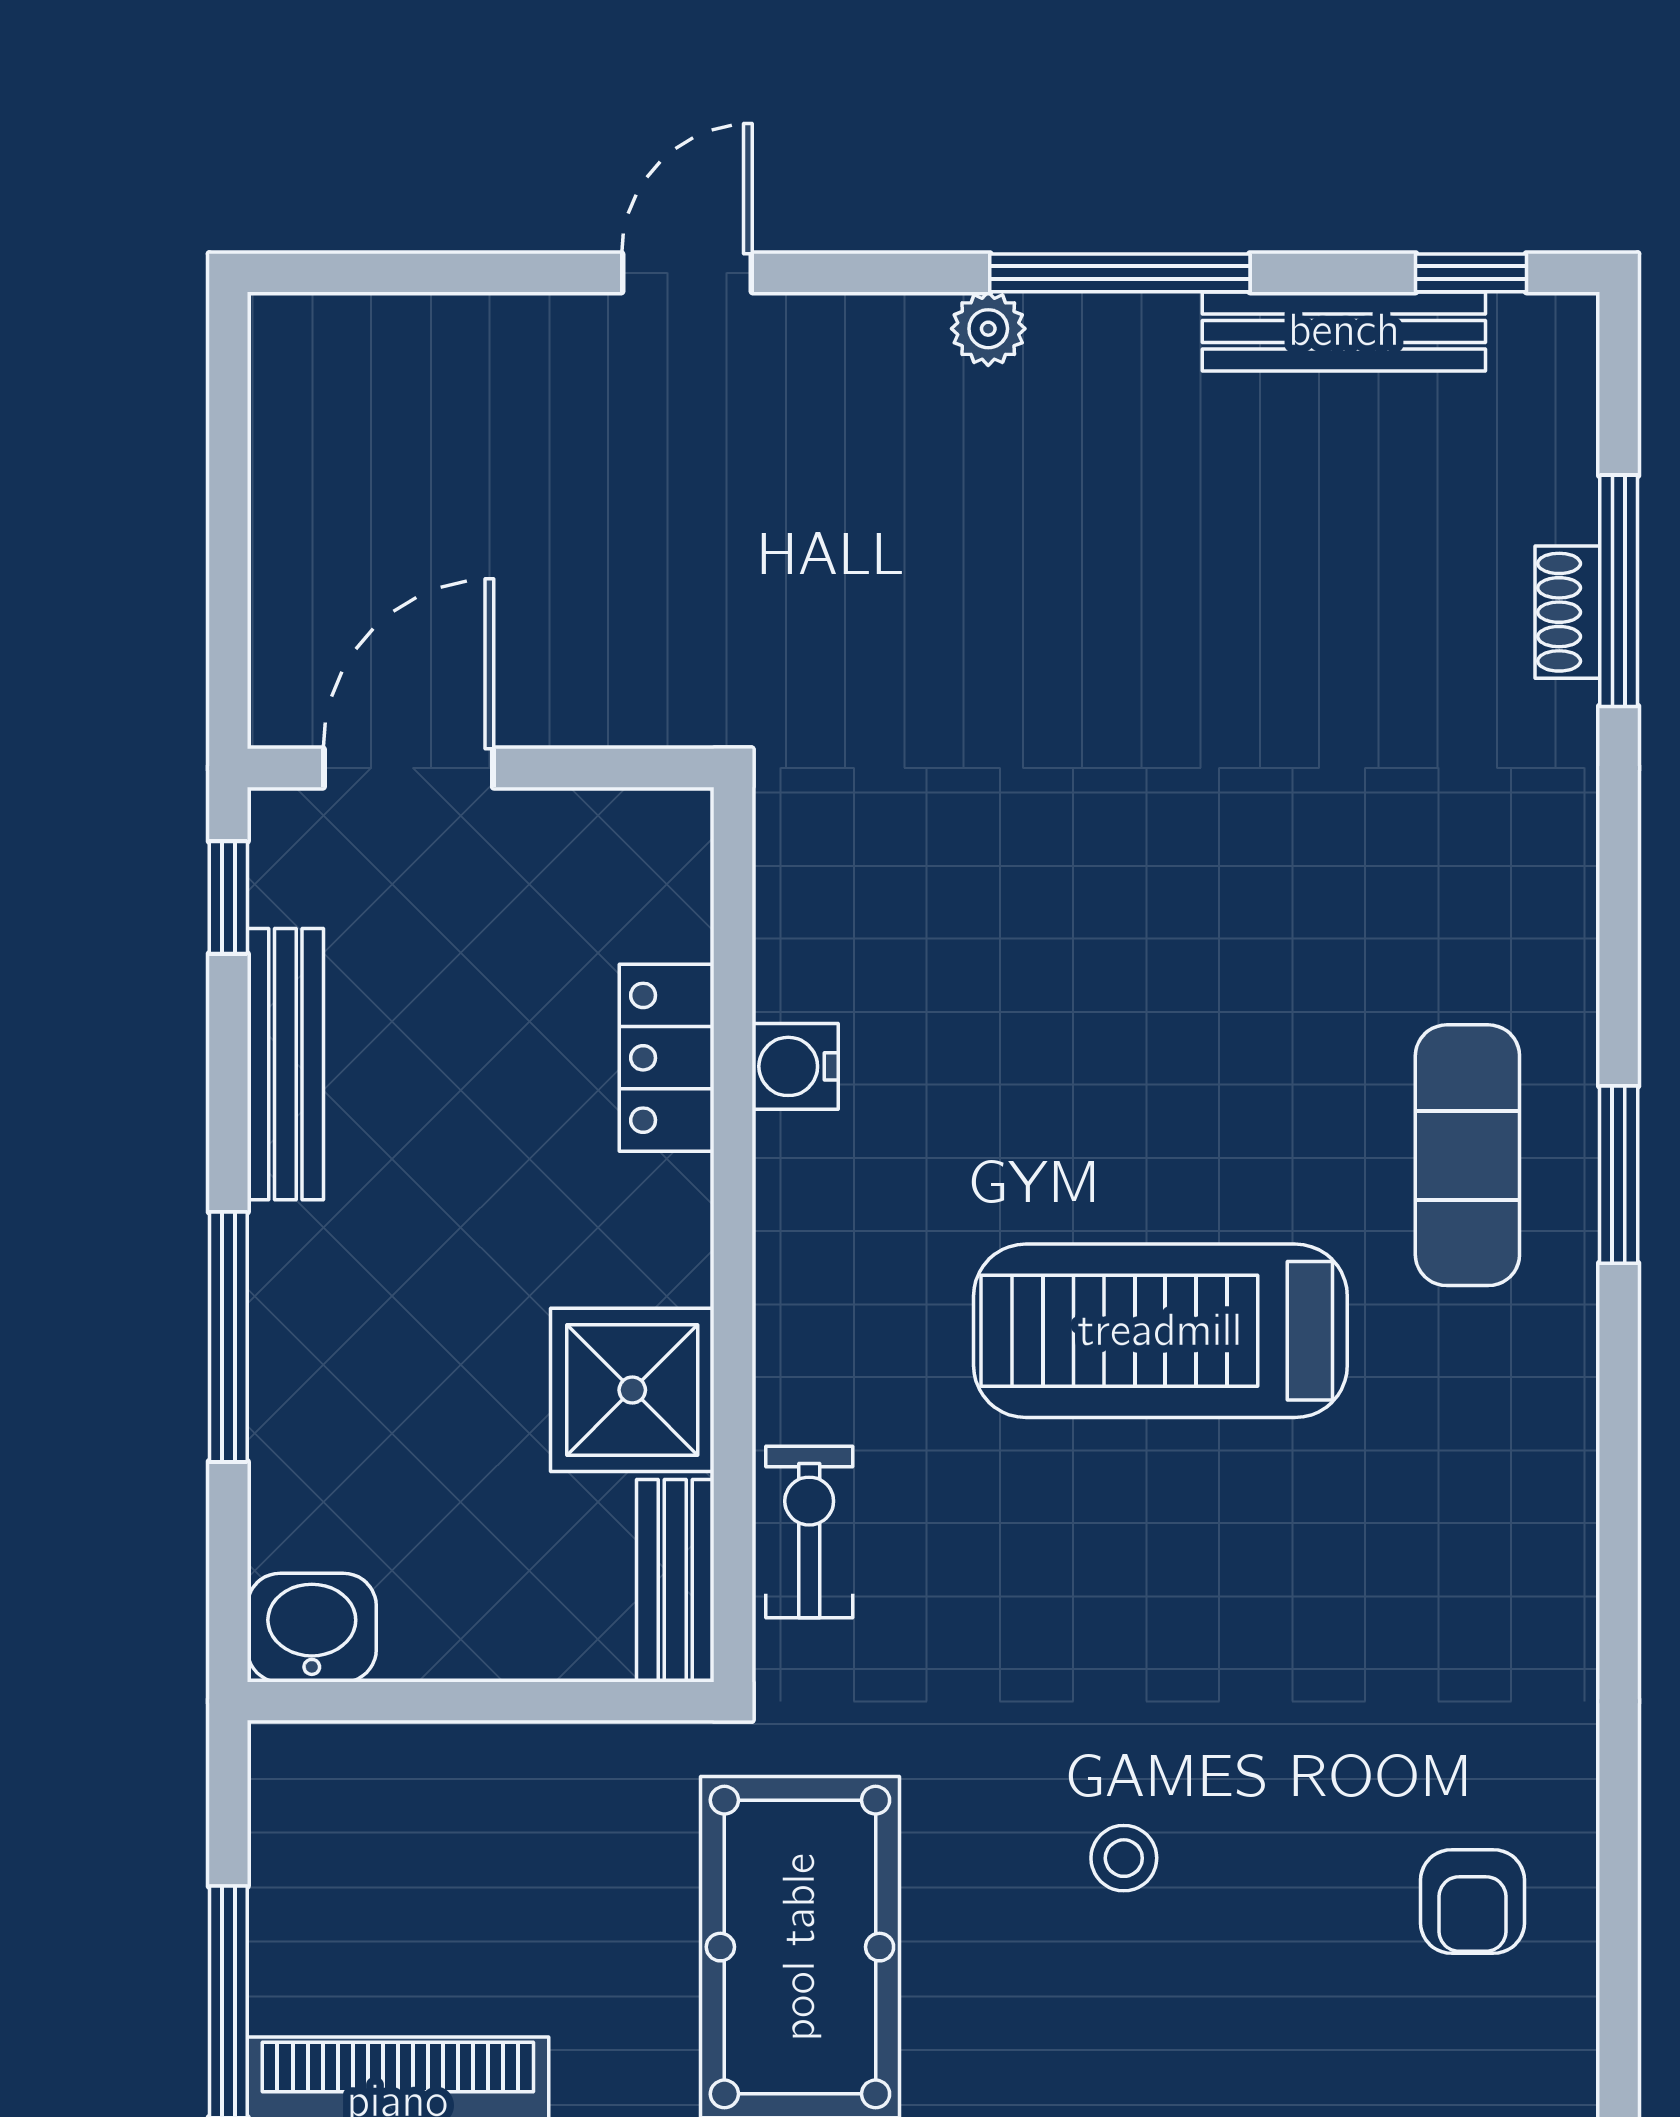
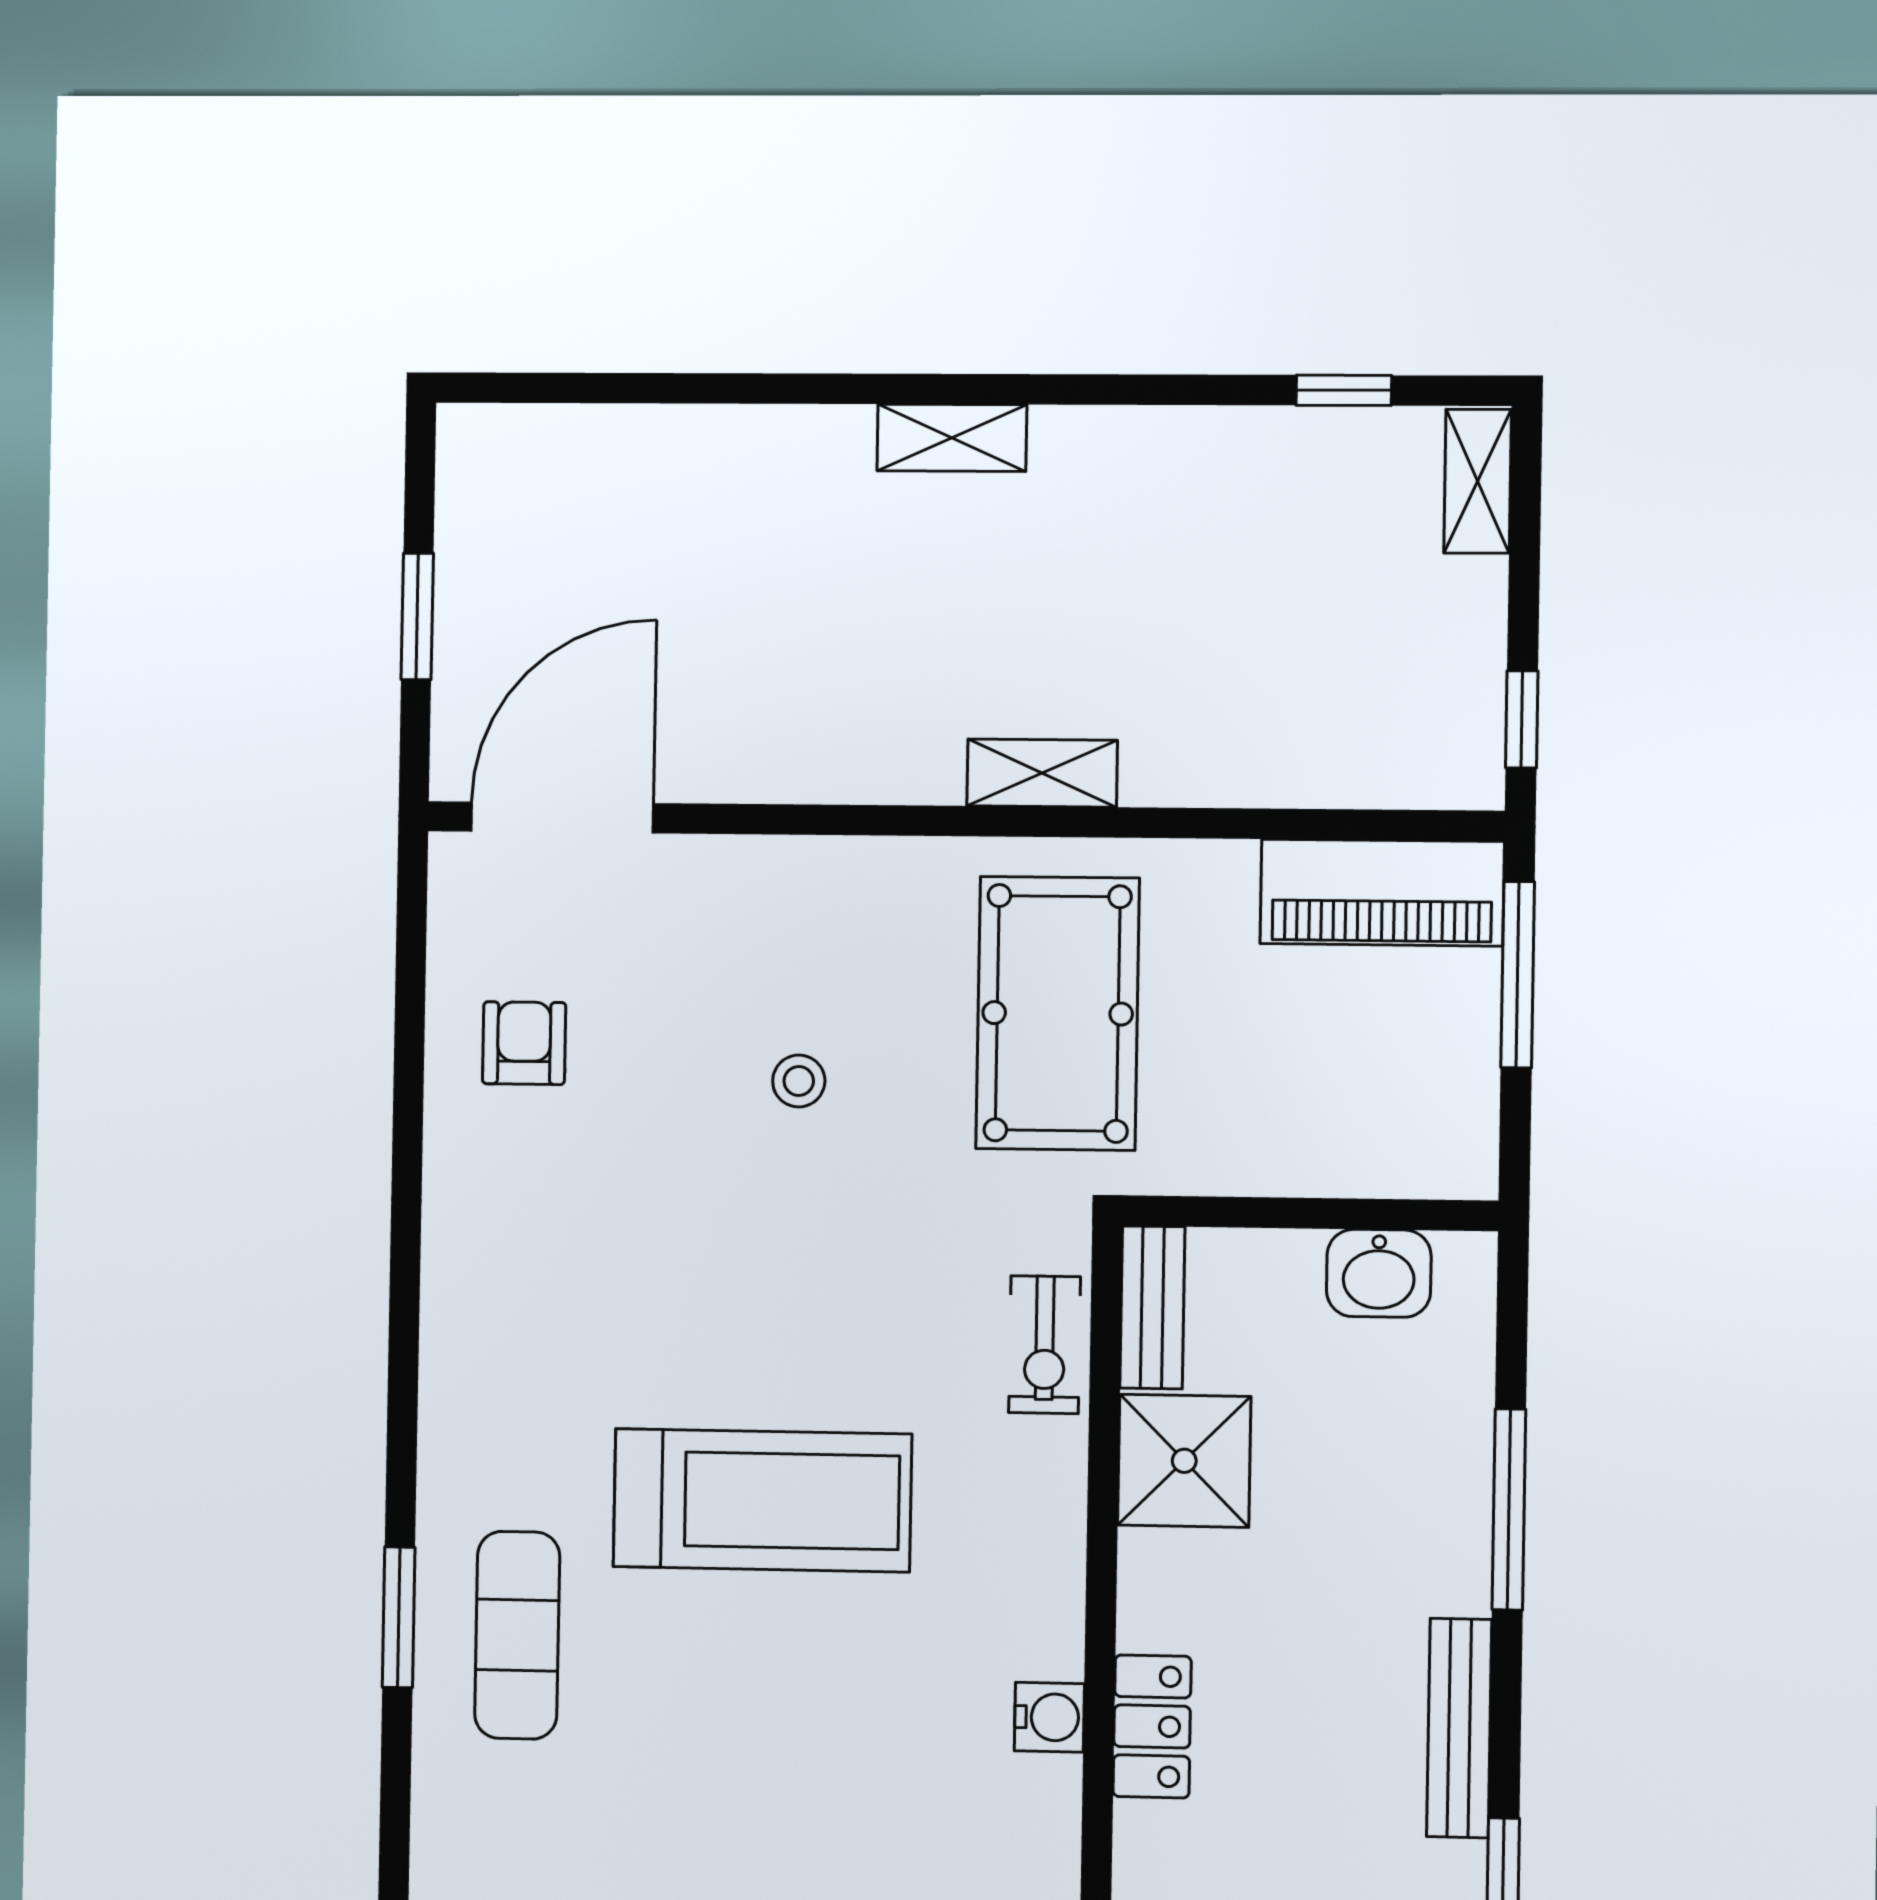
washbasin: (312, 1628) -> (1379, 1273), moved

